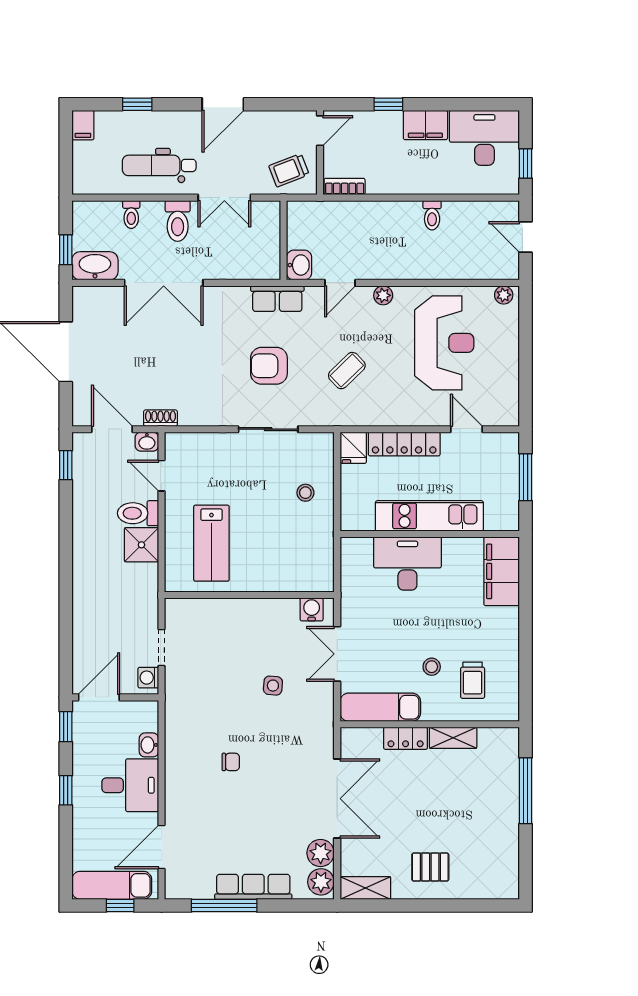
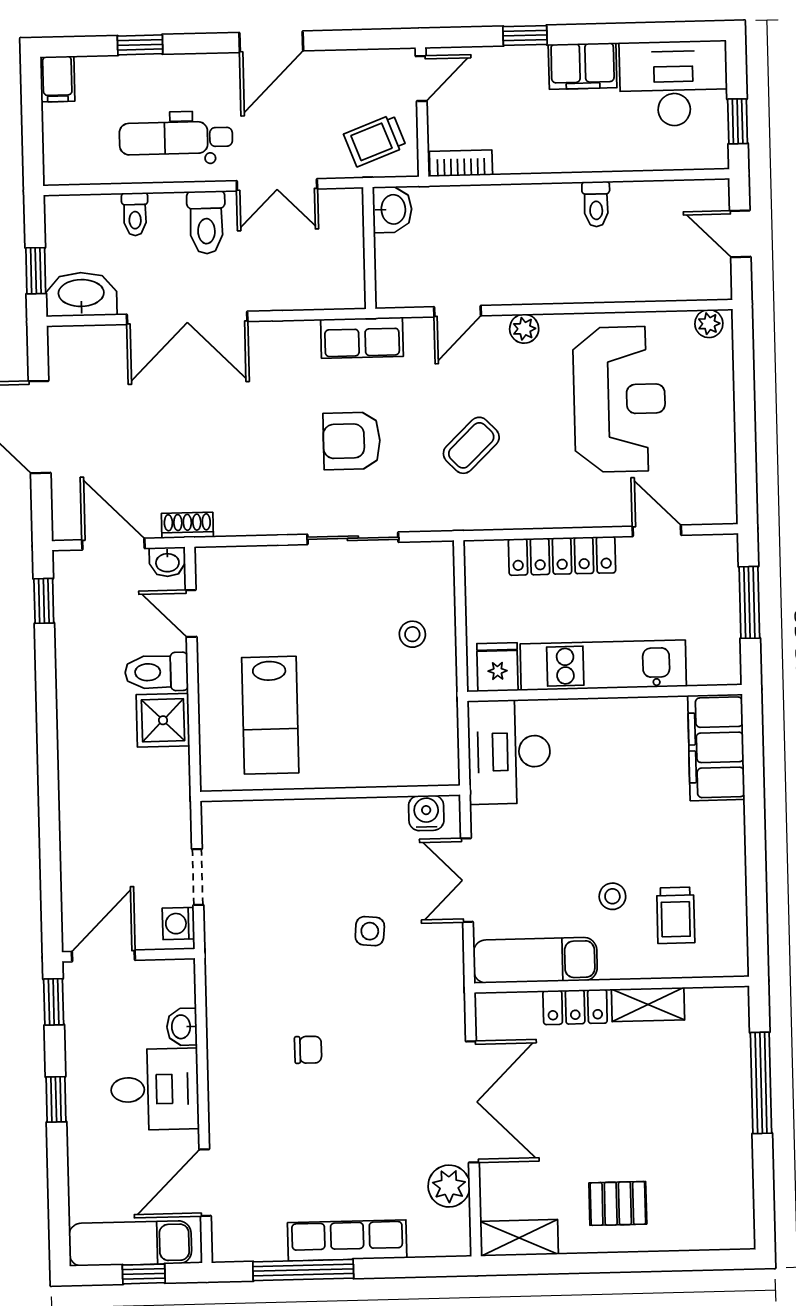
washbasin: (299, 265) -> (392, 209), moved
fridge: (353, 448) -> (497, 667), moved, turned 180
desk: (407, 564) -> (509, 752), moved, turned -90
plant: (321, 882) -> (451, 1230), removed

